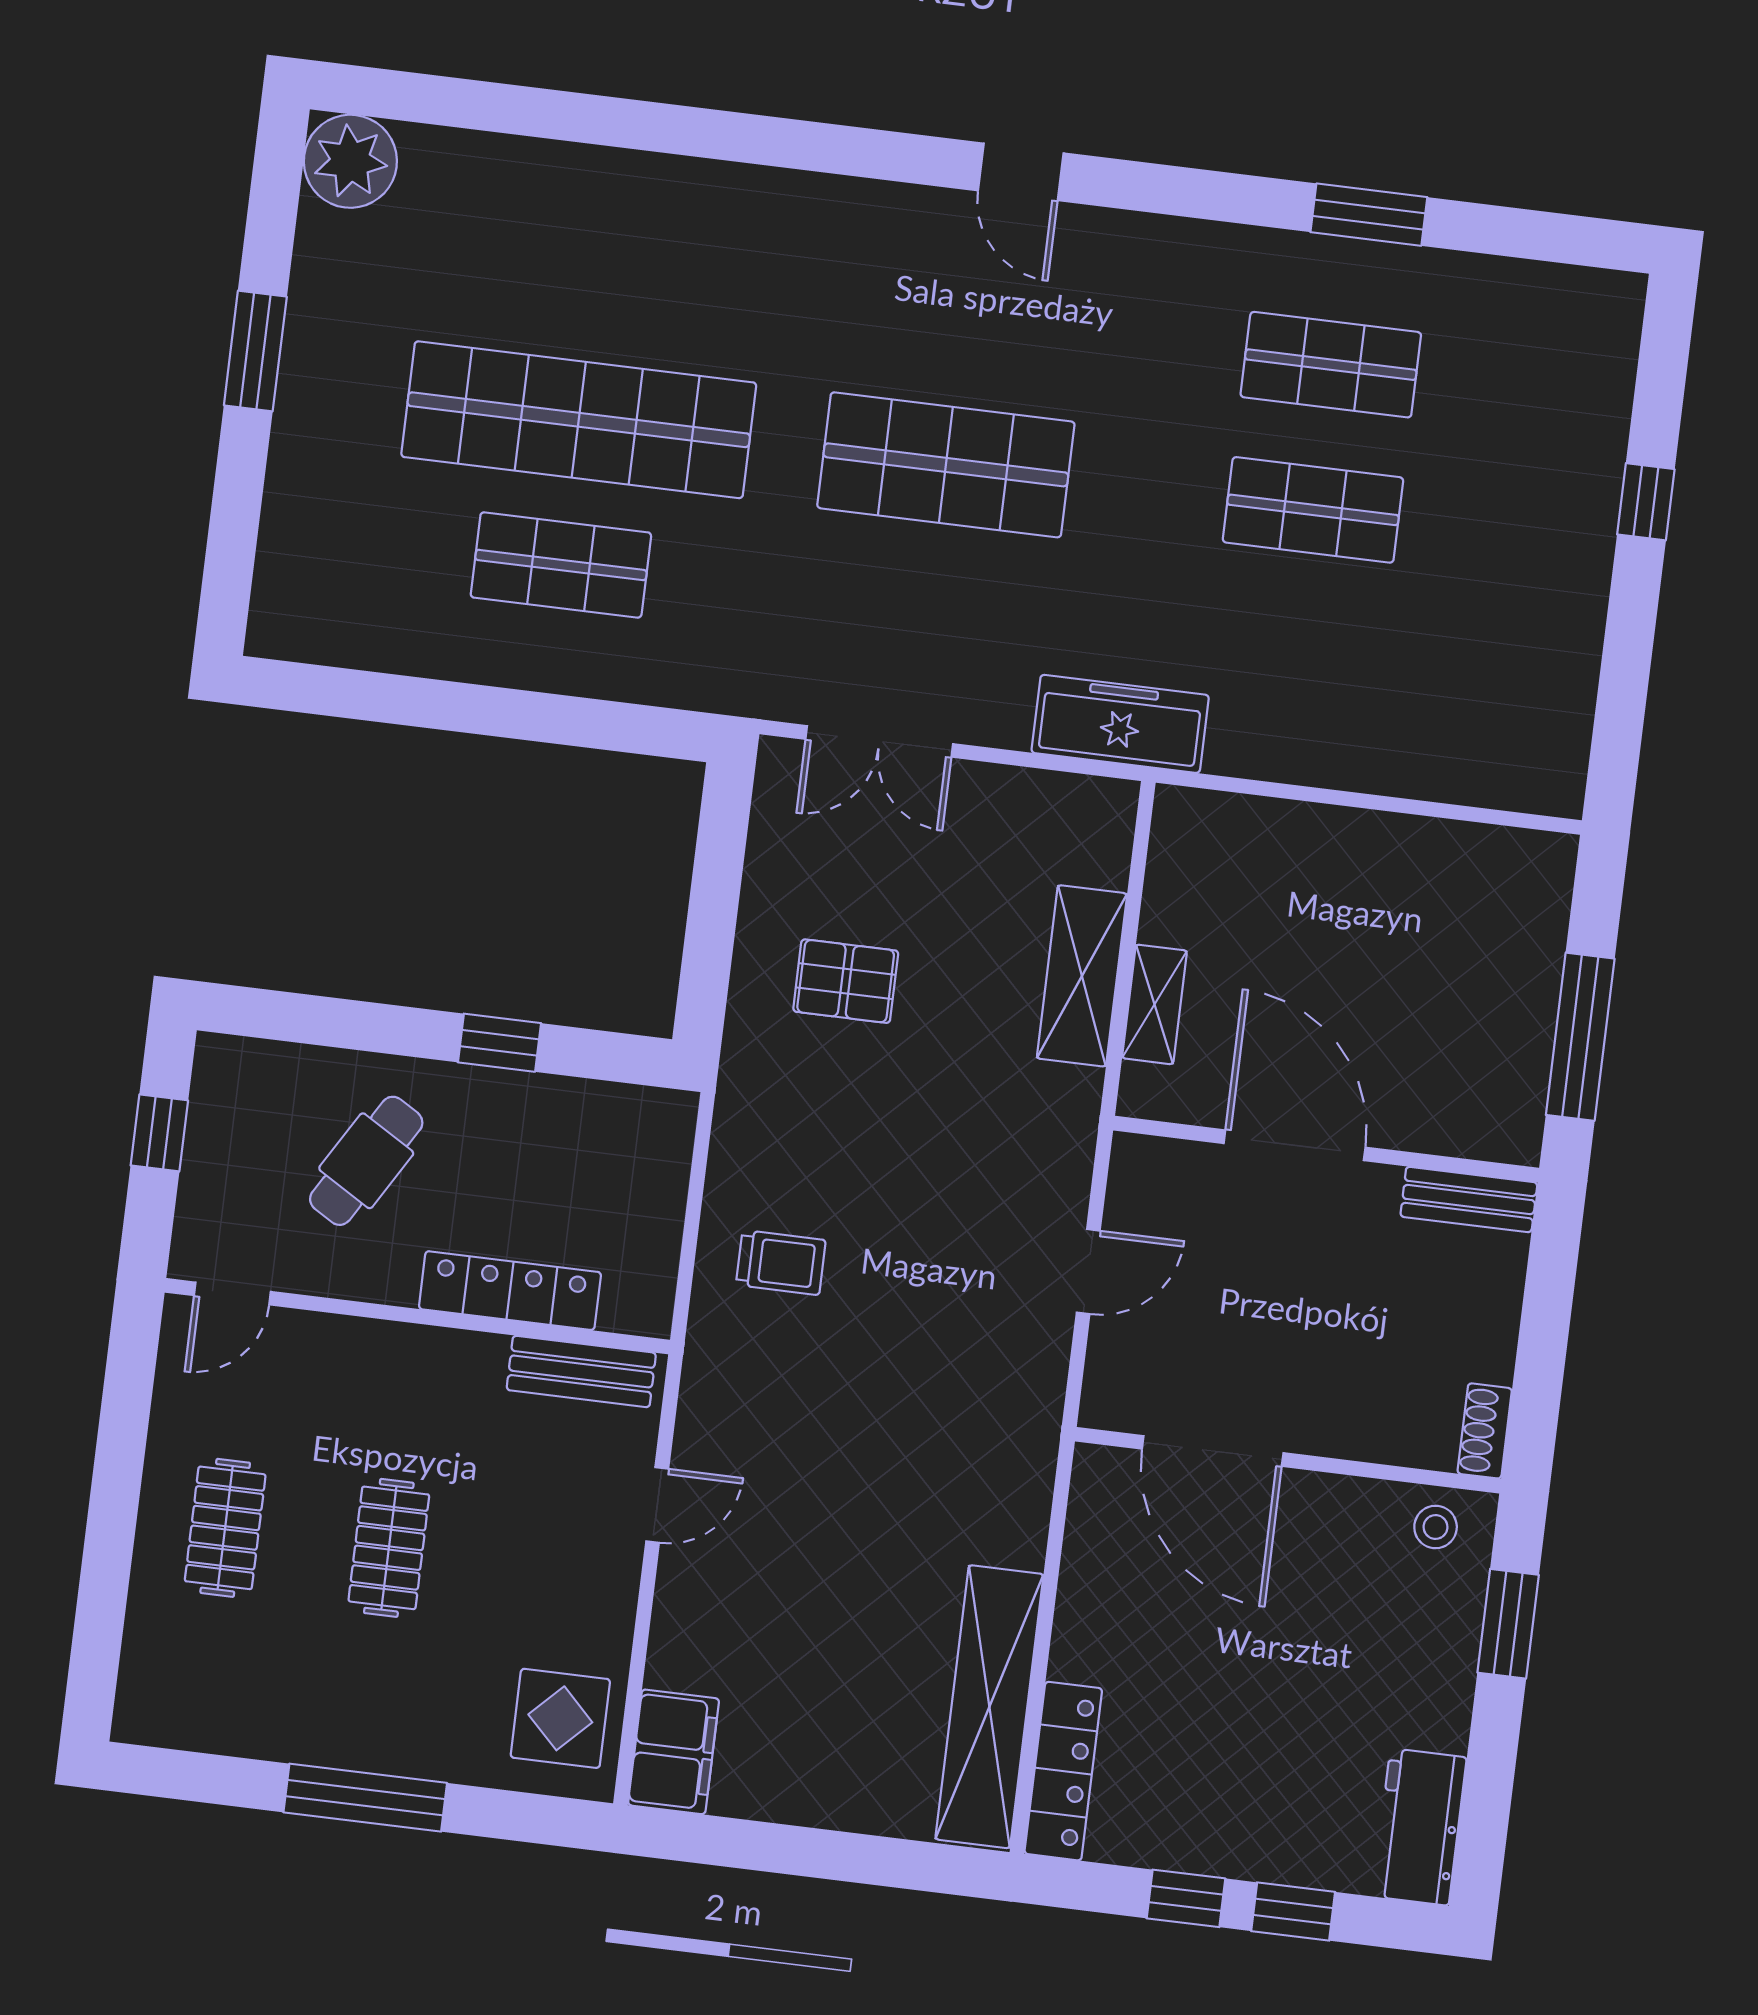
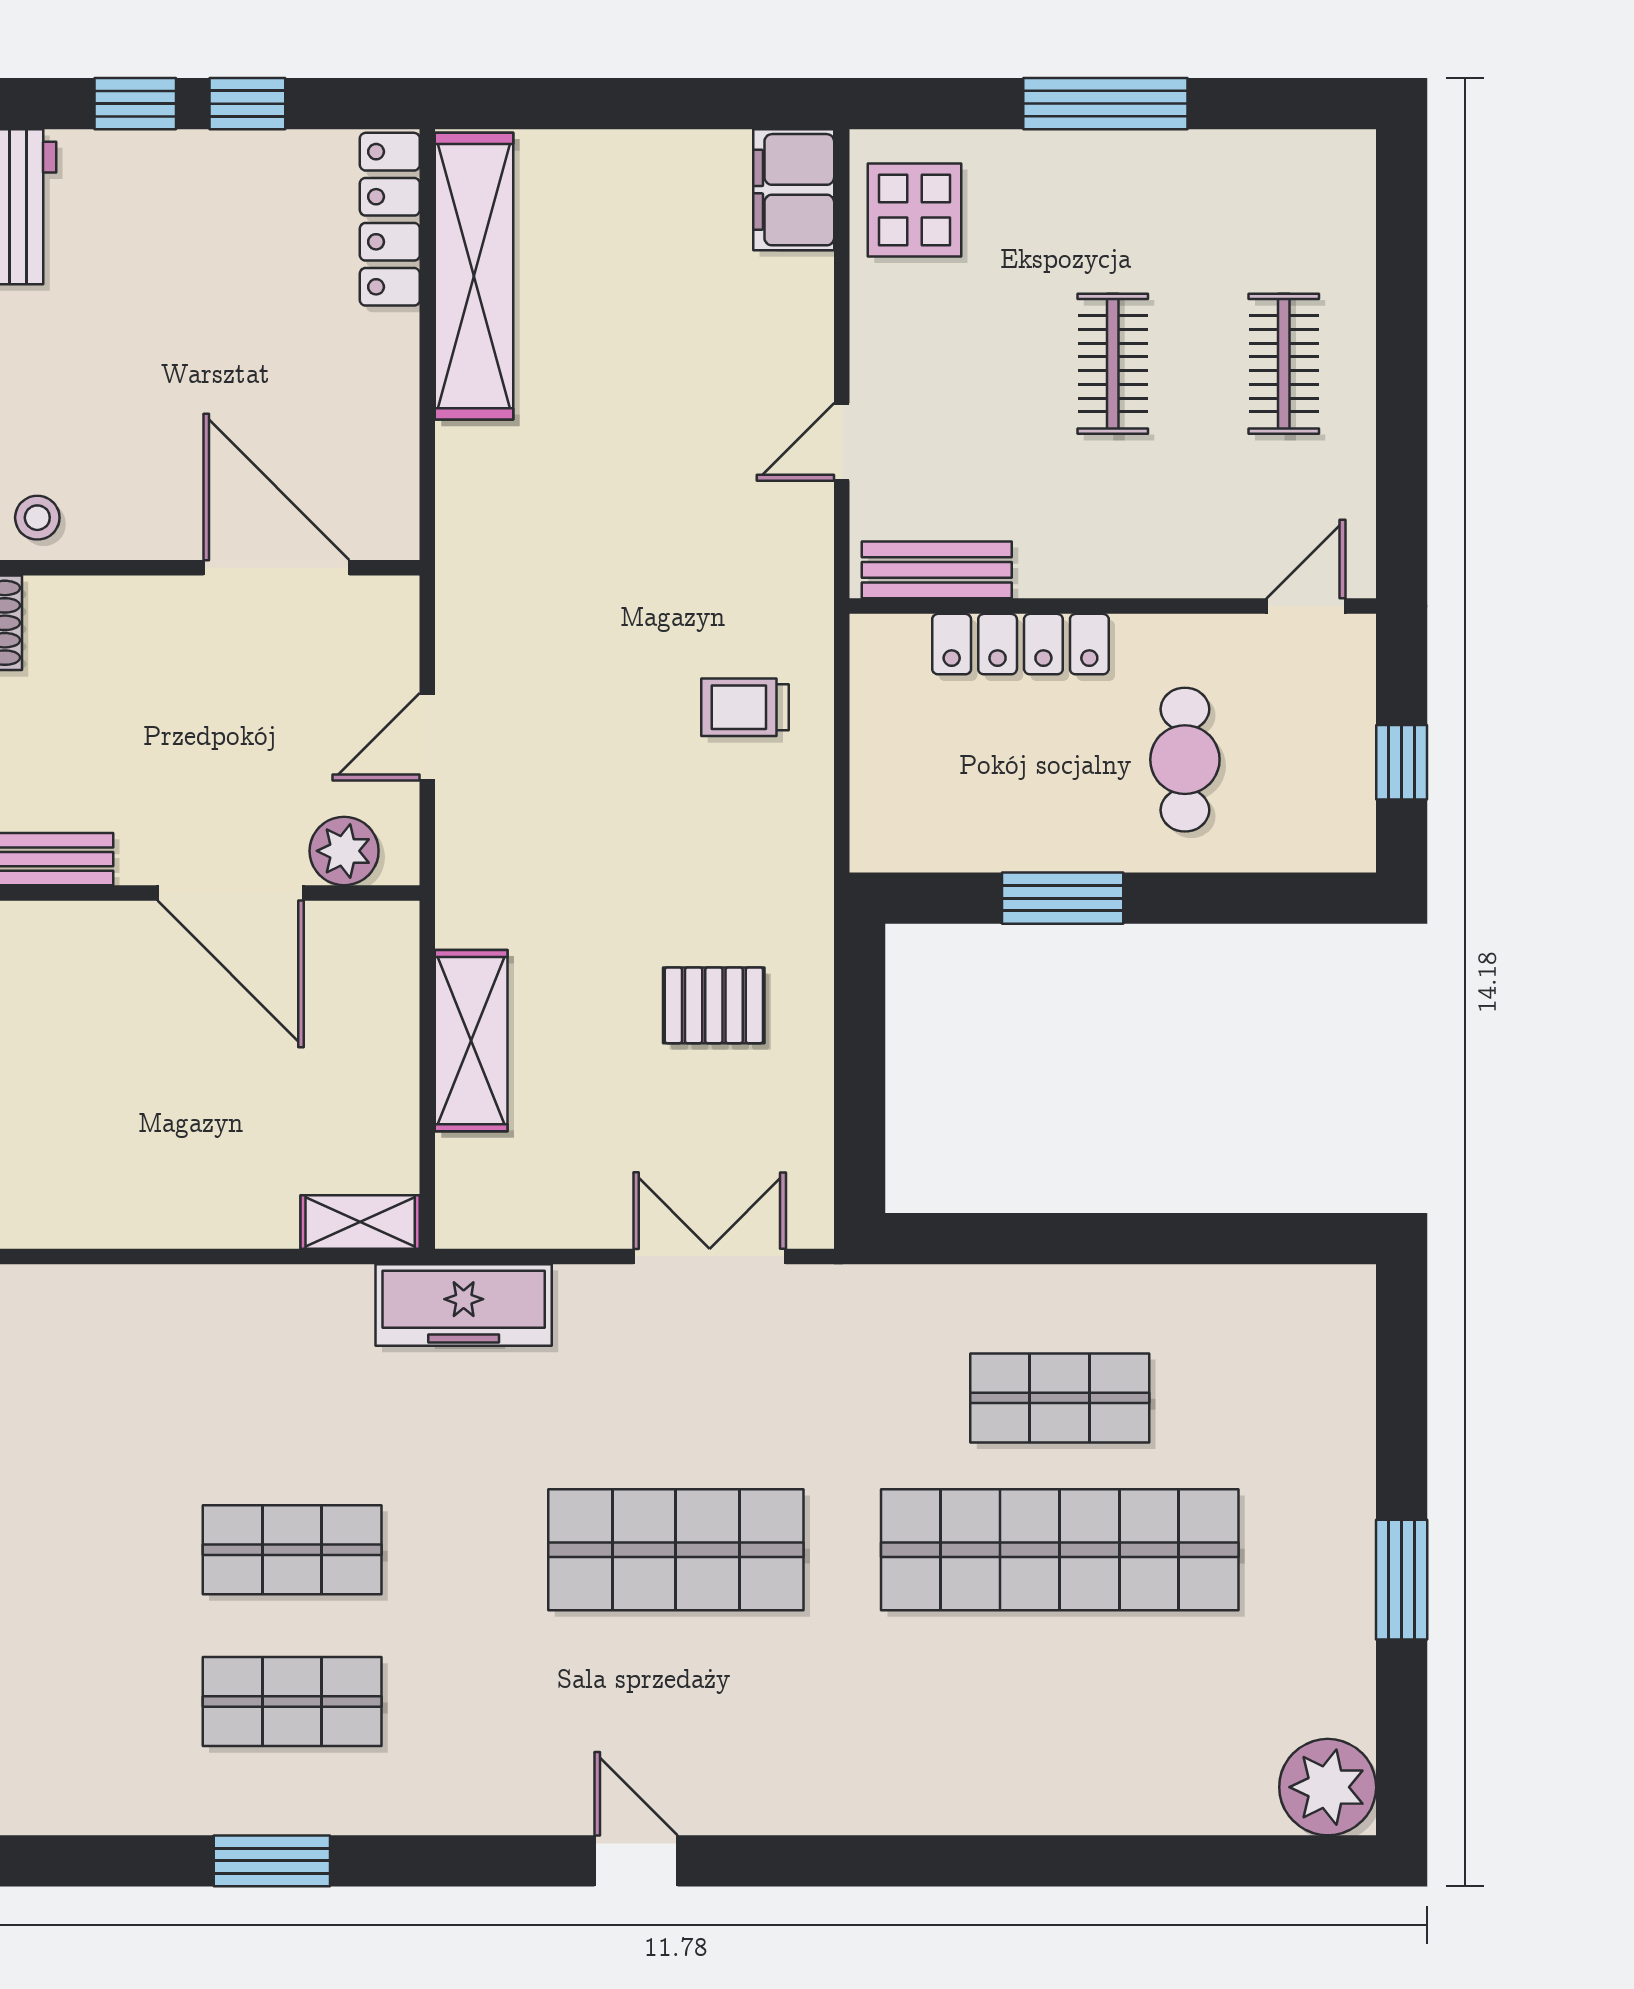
shelving: (1155, 1004) -> (360, 1222), moved, turned 90
window: (499, 1043) -> (1063, 898), width x1.50
cafe table: (366, 1161) -> (1185, 760), turned -31
plant: (1181, 1172) -> (344, 851), added

